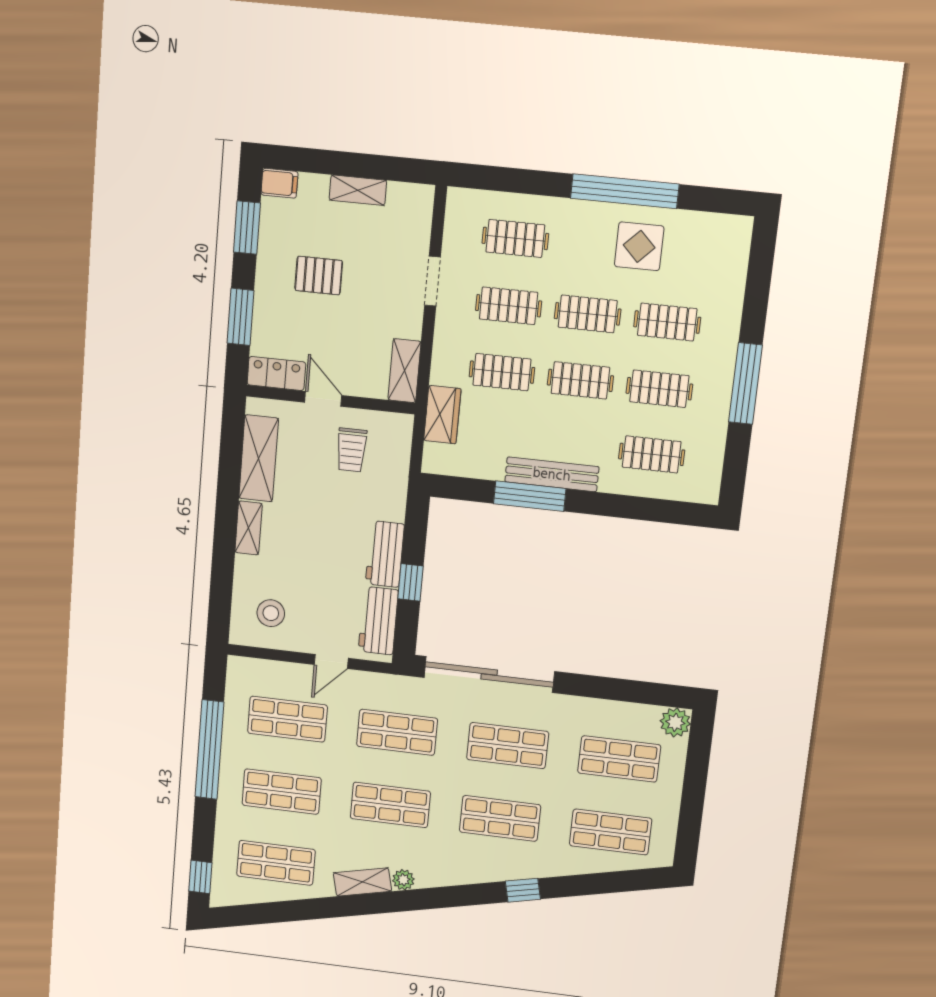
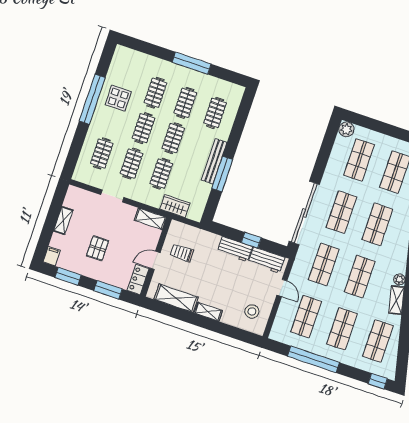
trolley: (351, 450) -> (182, 253), turned 180

